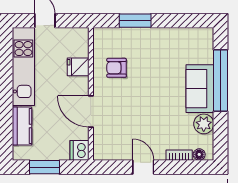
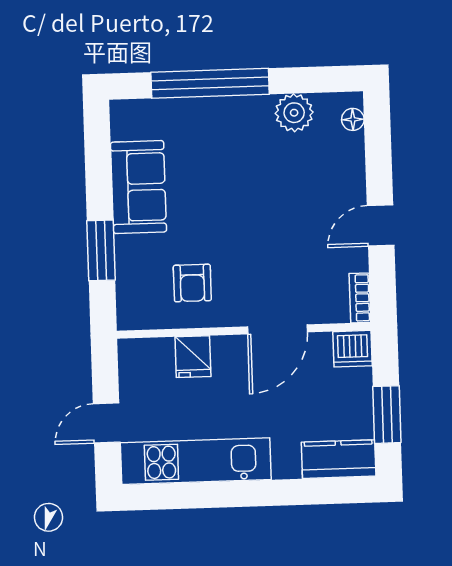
sofa: (200, 89) -> (138, 187), moved, turned -90
kitchen counter: (22, 126) -> (339, 459), moved
bookcase: (179, 155) -> (360, 298), moved

